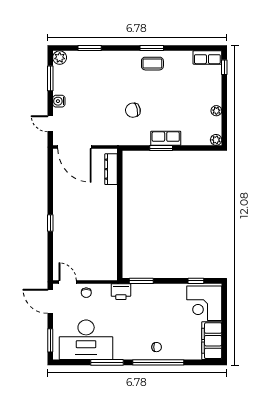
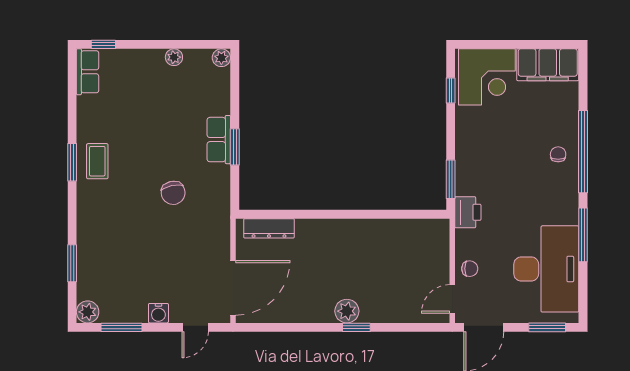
plant: (60, 217) -> (347, 311), added

